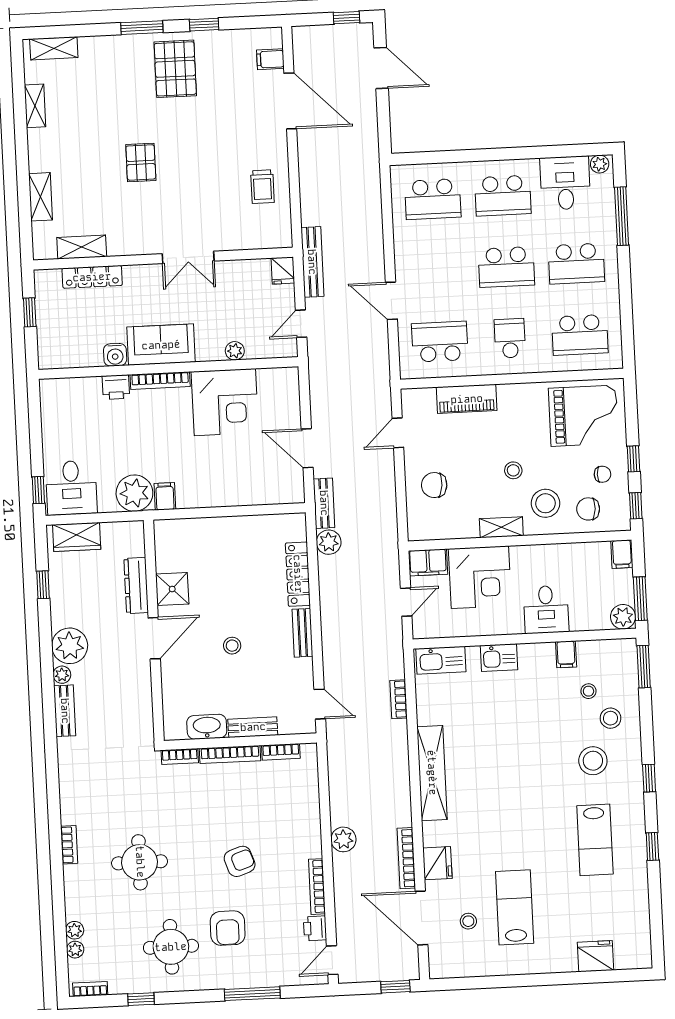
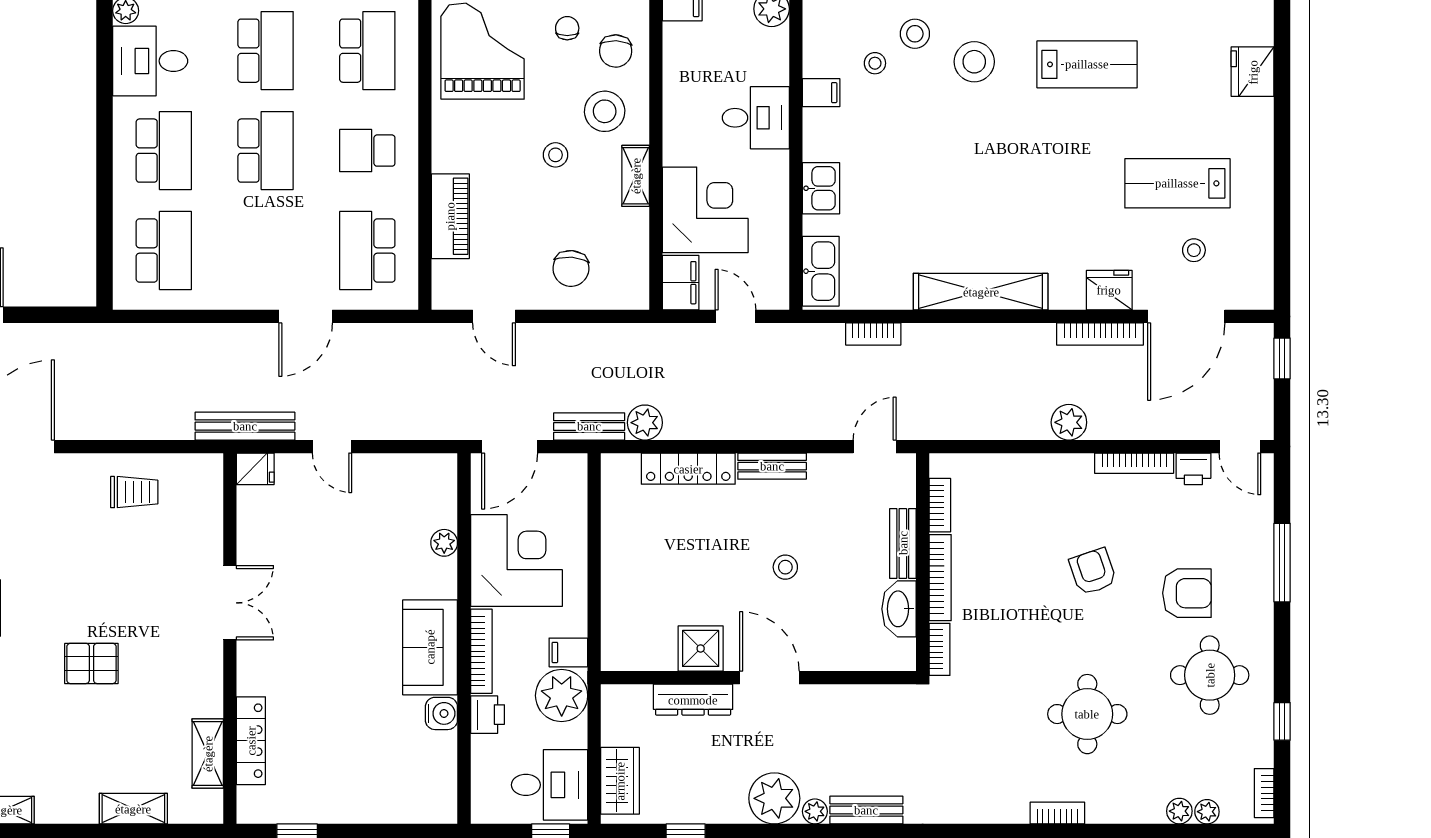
sofa: (161, 345) -> (430, 647), moved
plant: (235, 351) -> (444, 543), moved
water cooler: (115, 355) -> (441, 713), moved
wall: (168, 368) -> (464, 638), moved
bookcase: (160, 381) -> (481, 651), moved
printer: (116, 387) -> (487, 715), moved
corner desk: (225, 402) -> (516, 561), moved

